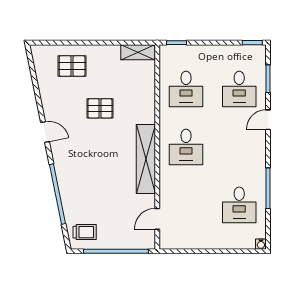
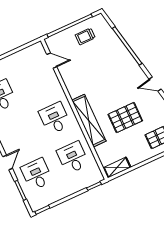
pallet: (100, 108) -> (125, 118), width x1.50, depth x1.42
shelving: (146, 159) -> (89, 121), moved
door: (157, 219) -> (52, 61), hinge flipped
trolley: (85, 232) -> (85, 36), moved

